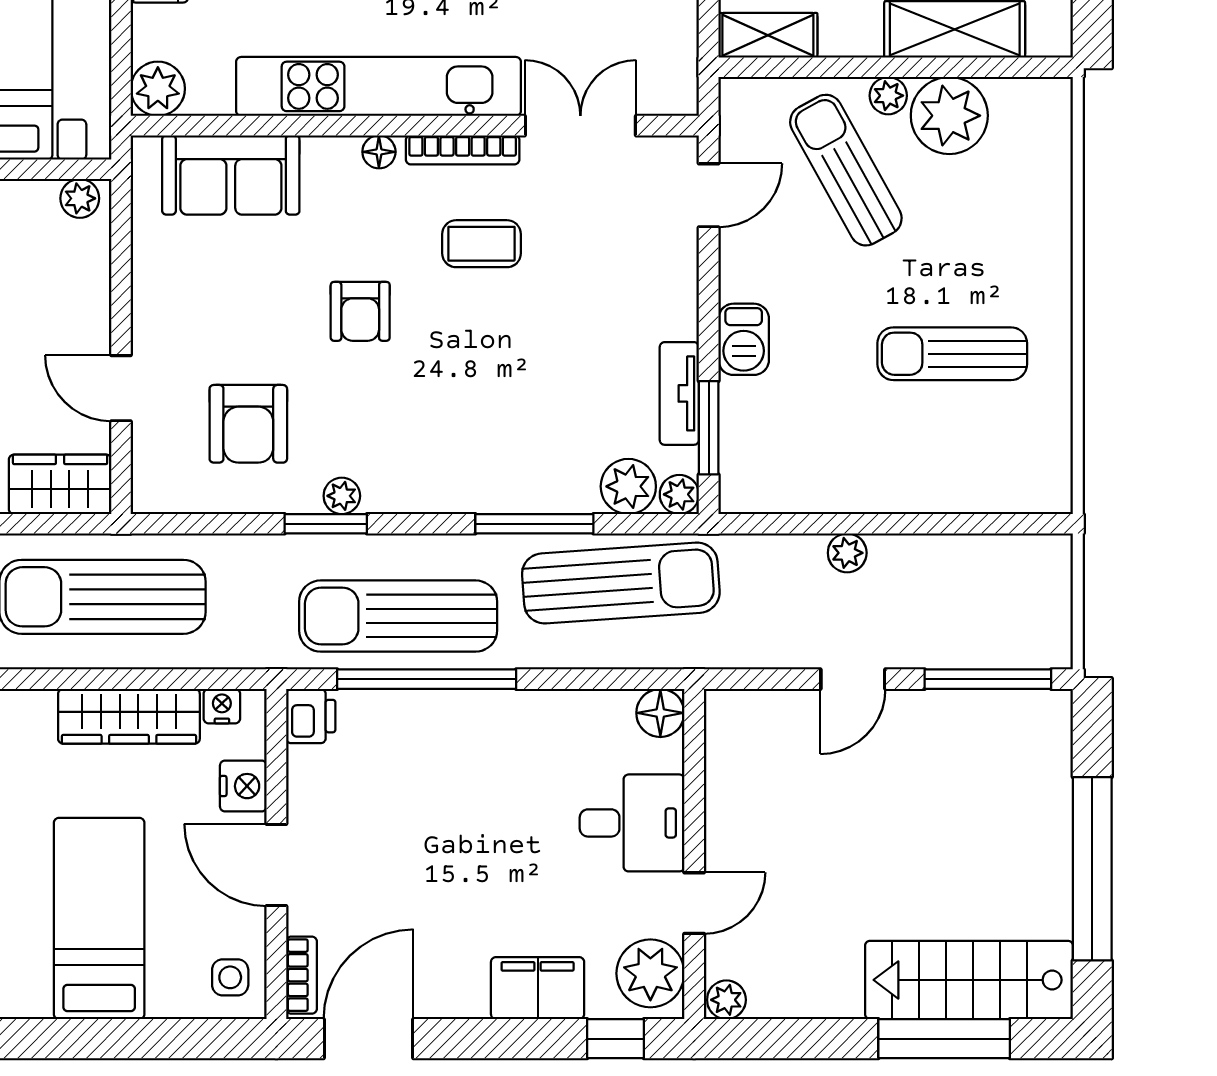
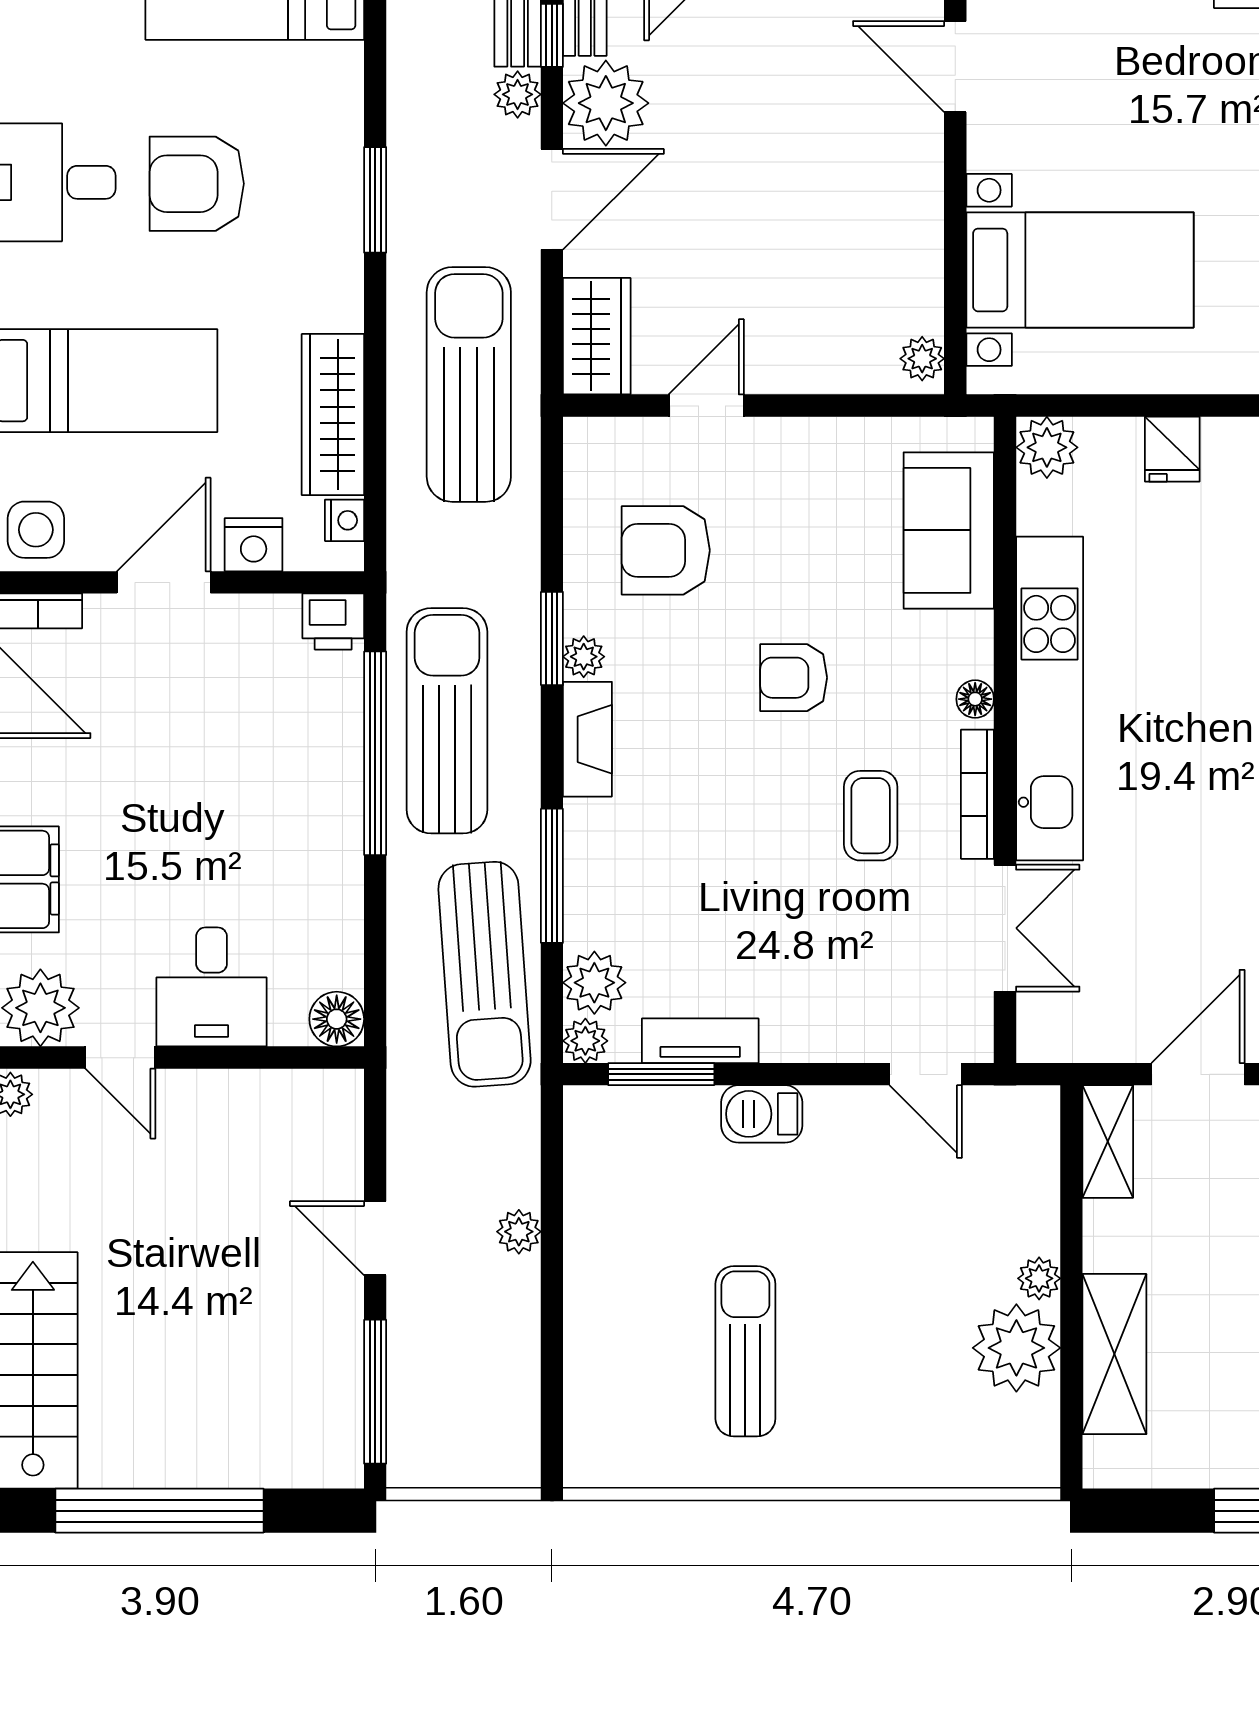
sun lounger: (846, 170) -> (954, 1230), removed
fireplace: (414, 493) -> (587, 739), added
side table: (230, 977) -> (36, 530), width x1.37, depth x1.37

